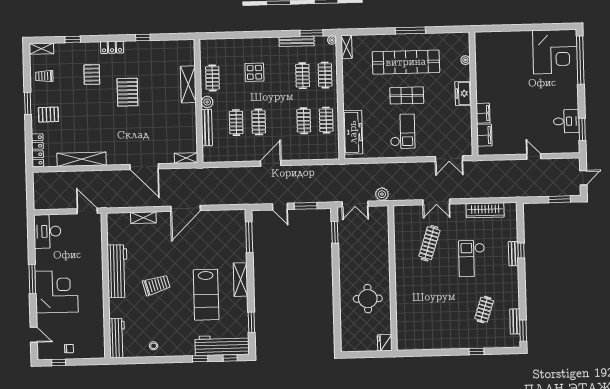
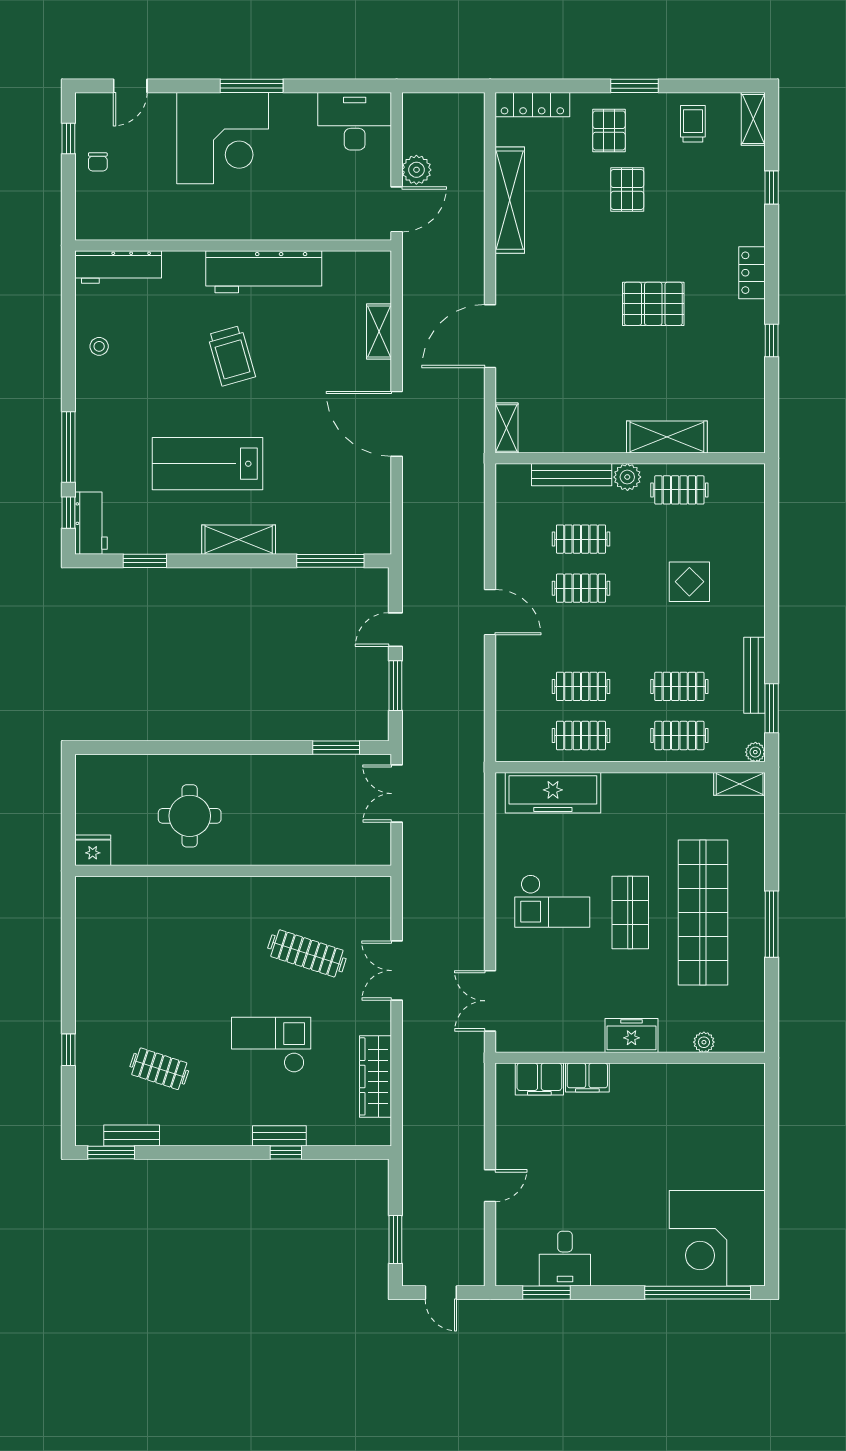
pallet: (92, 75) -> (627, 189), moved, turned 90
plant: (382, 194) -> (416, 170), moved
workbench: (222, 345) -> (91, 523), width x0.53, depth x0.76
window: (200, 359) -> (68, 447), width x2.17

